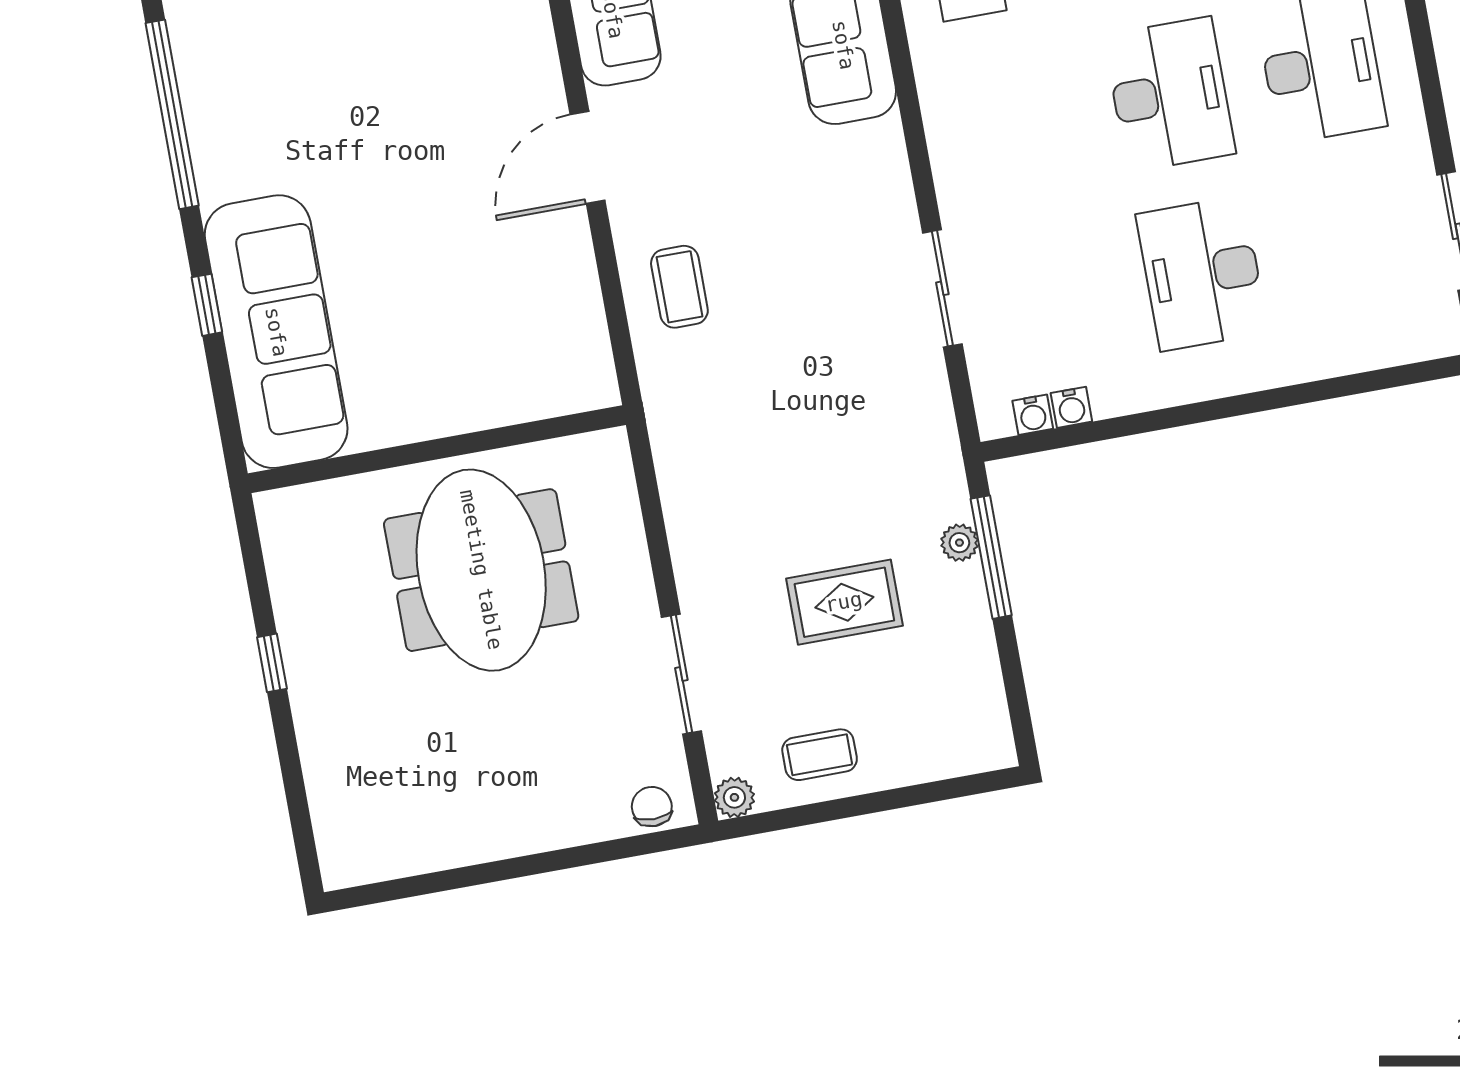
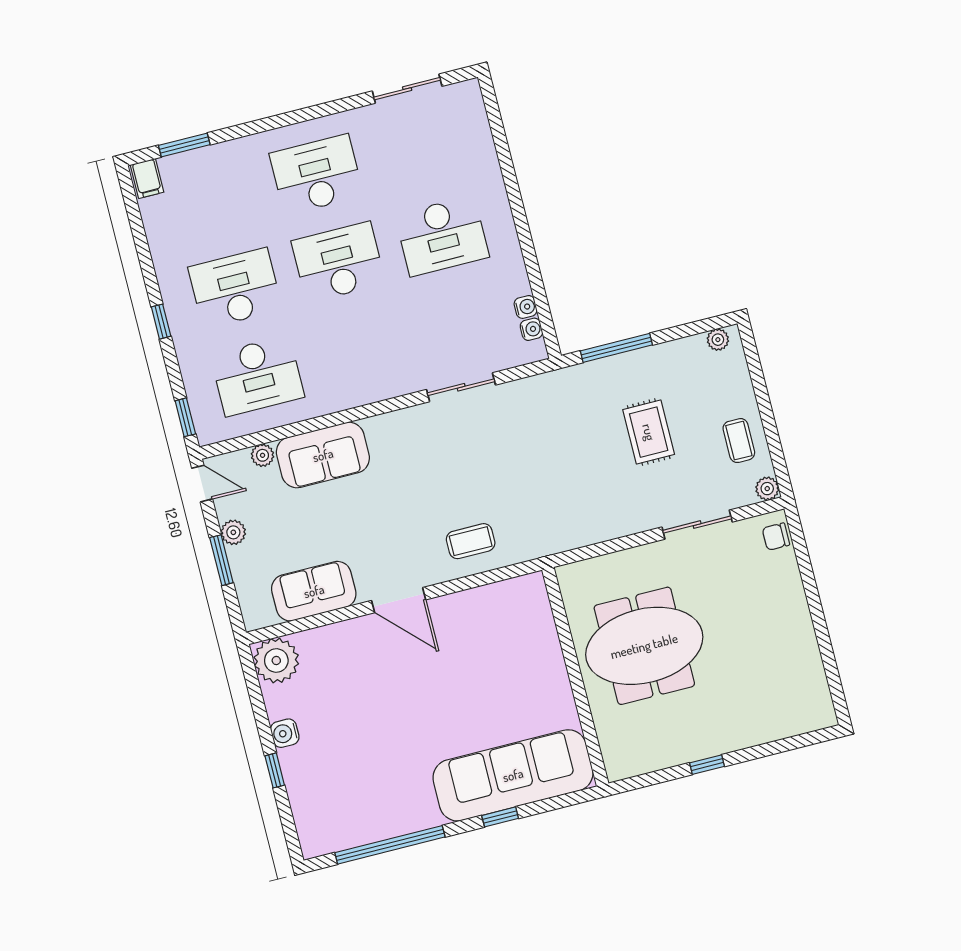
plant: (959, 543) -> (718, 340), moved

